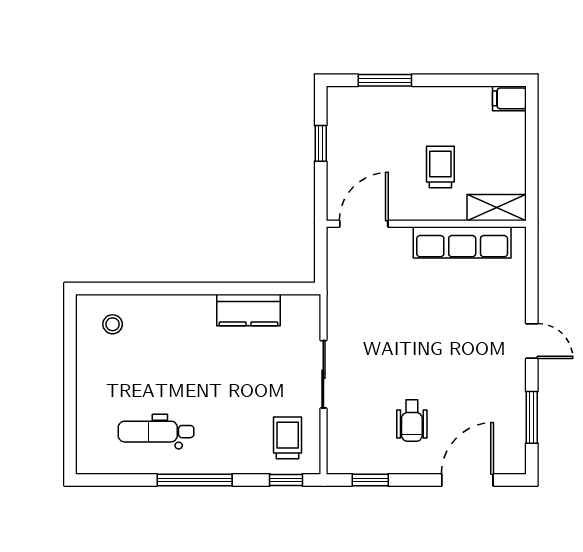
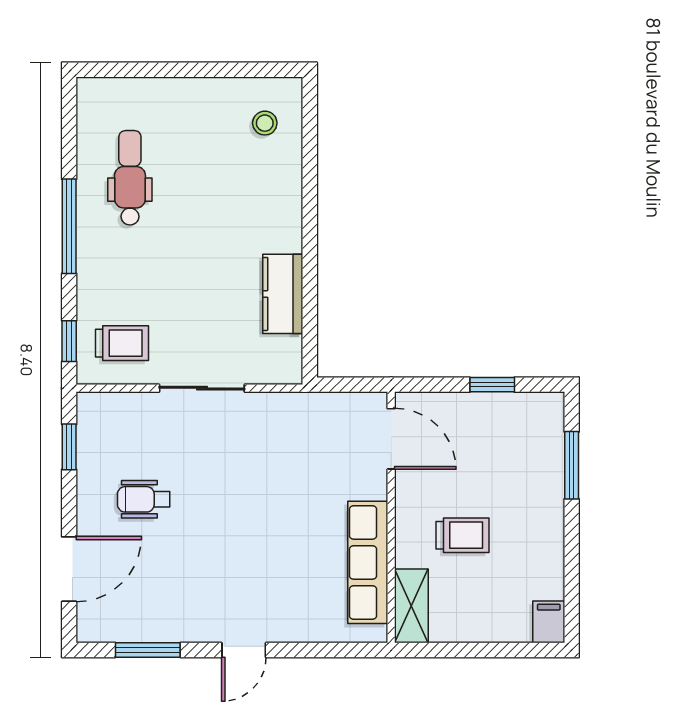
door: (467, 480) -> (69, 569), hinge flipped

